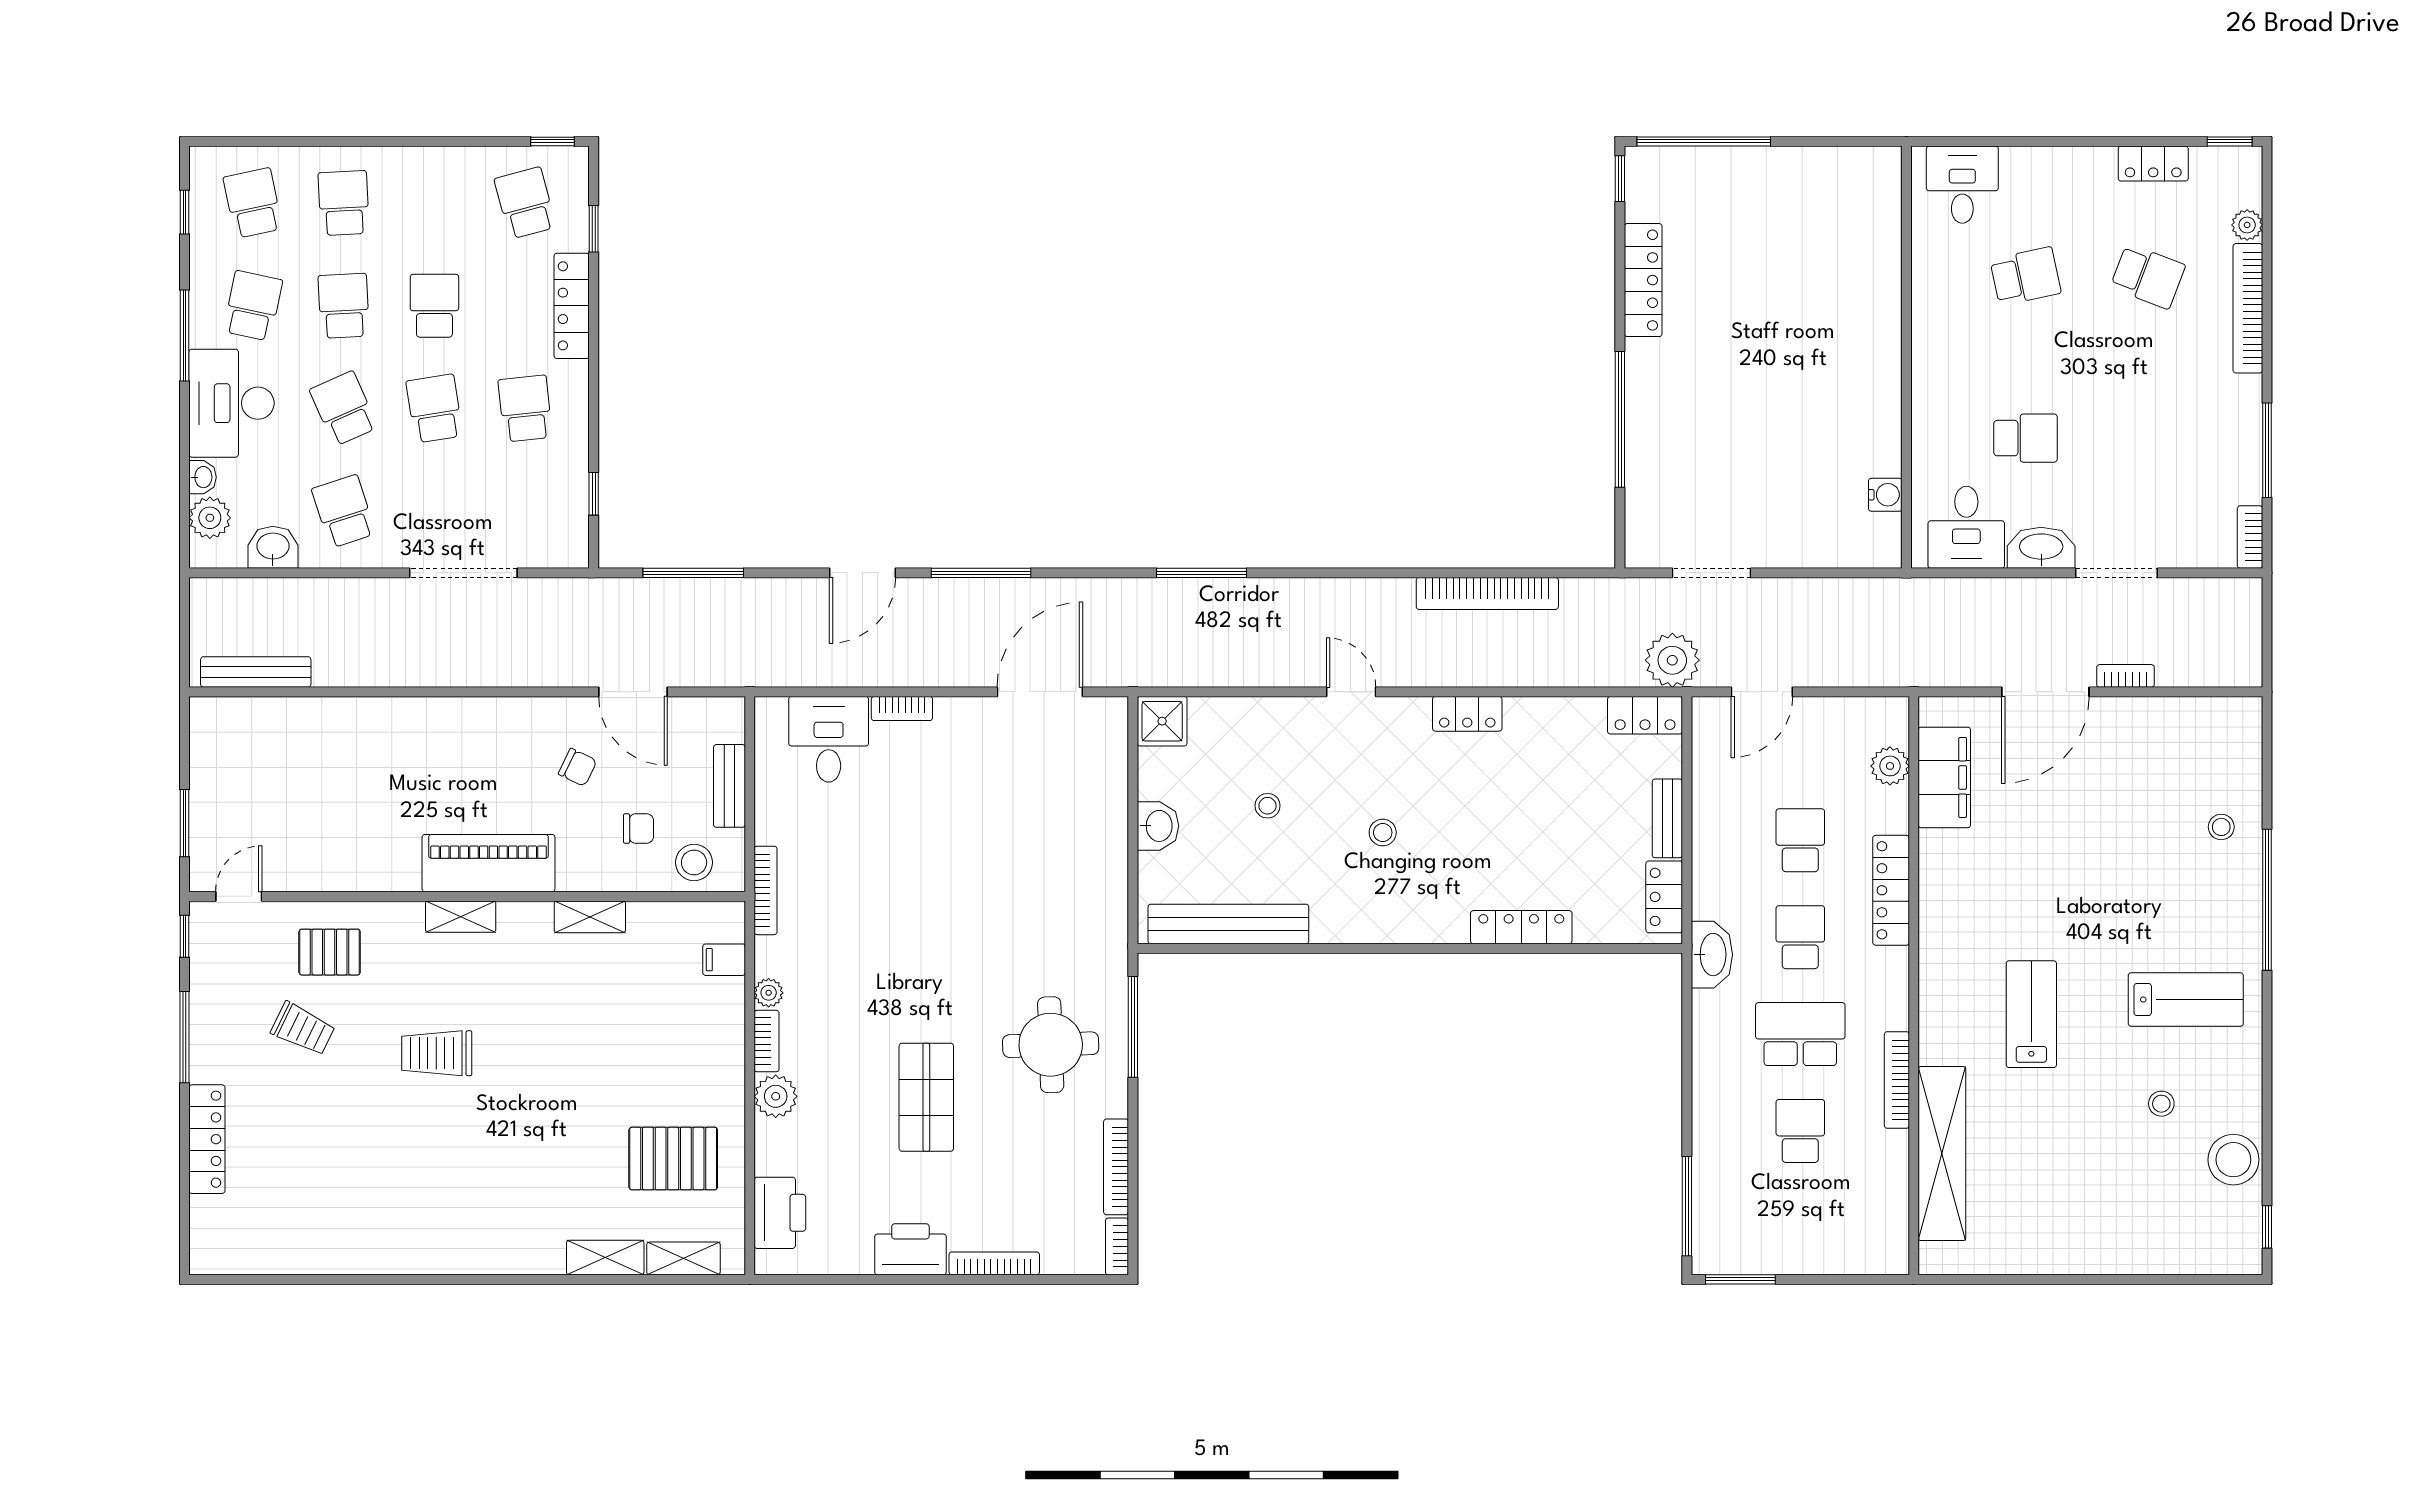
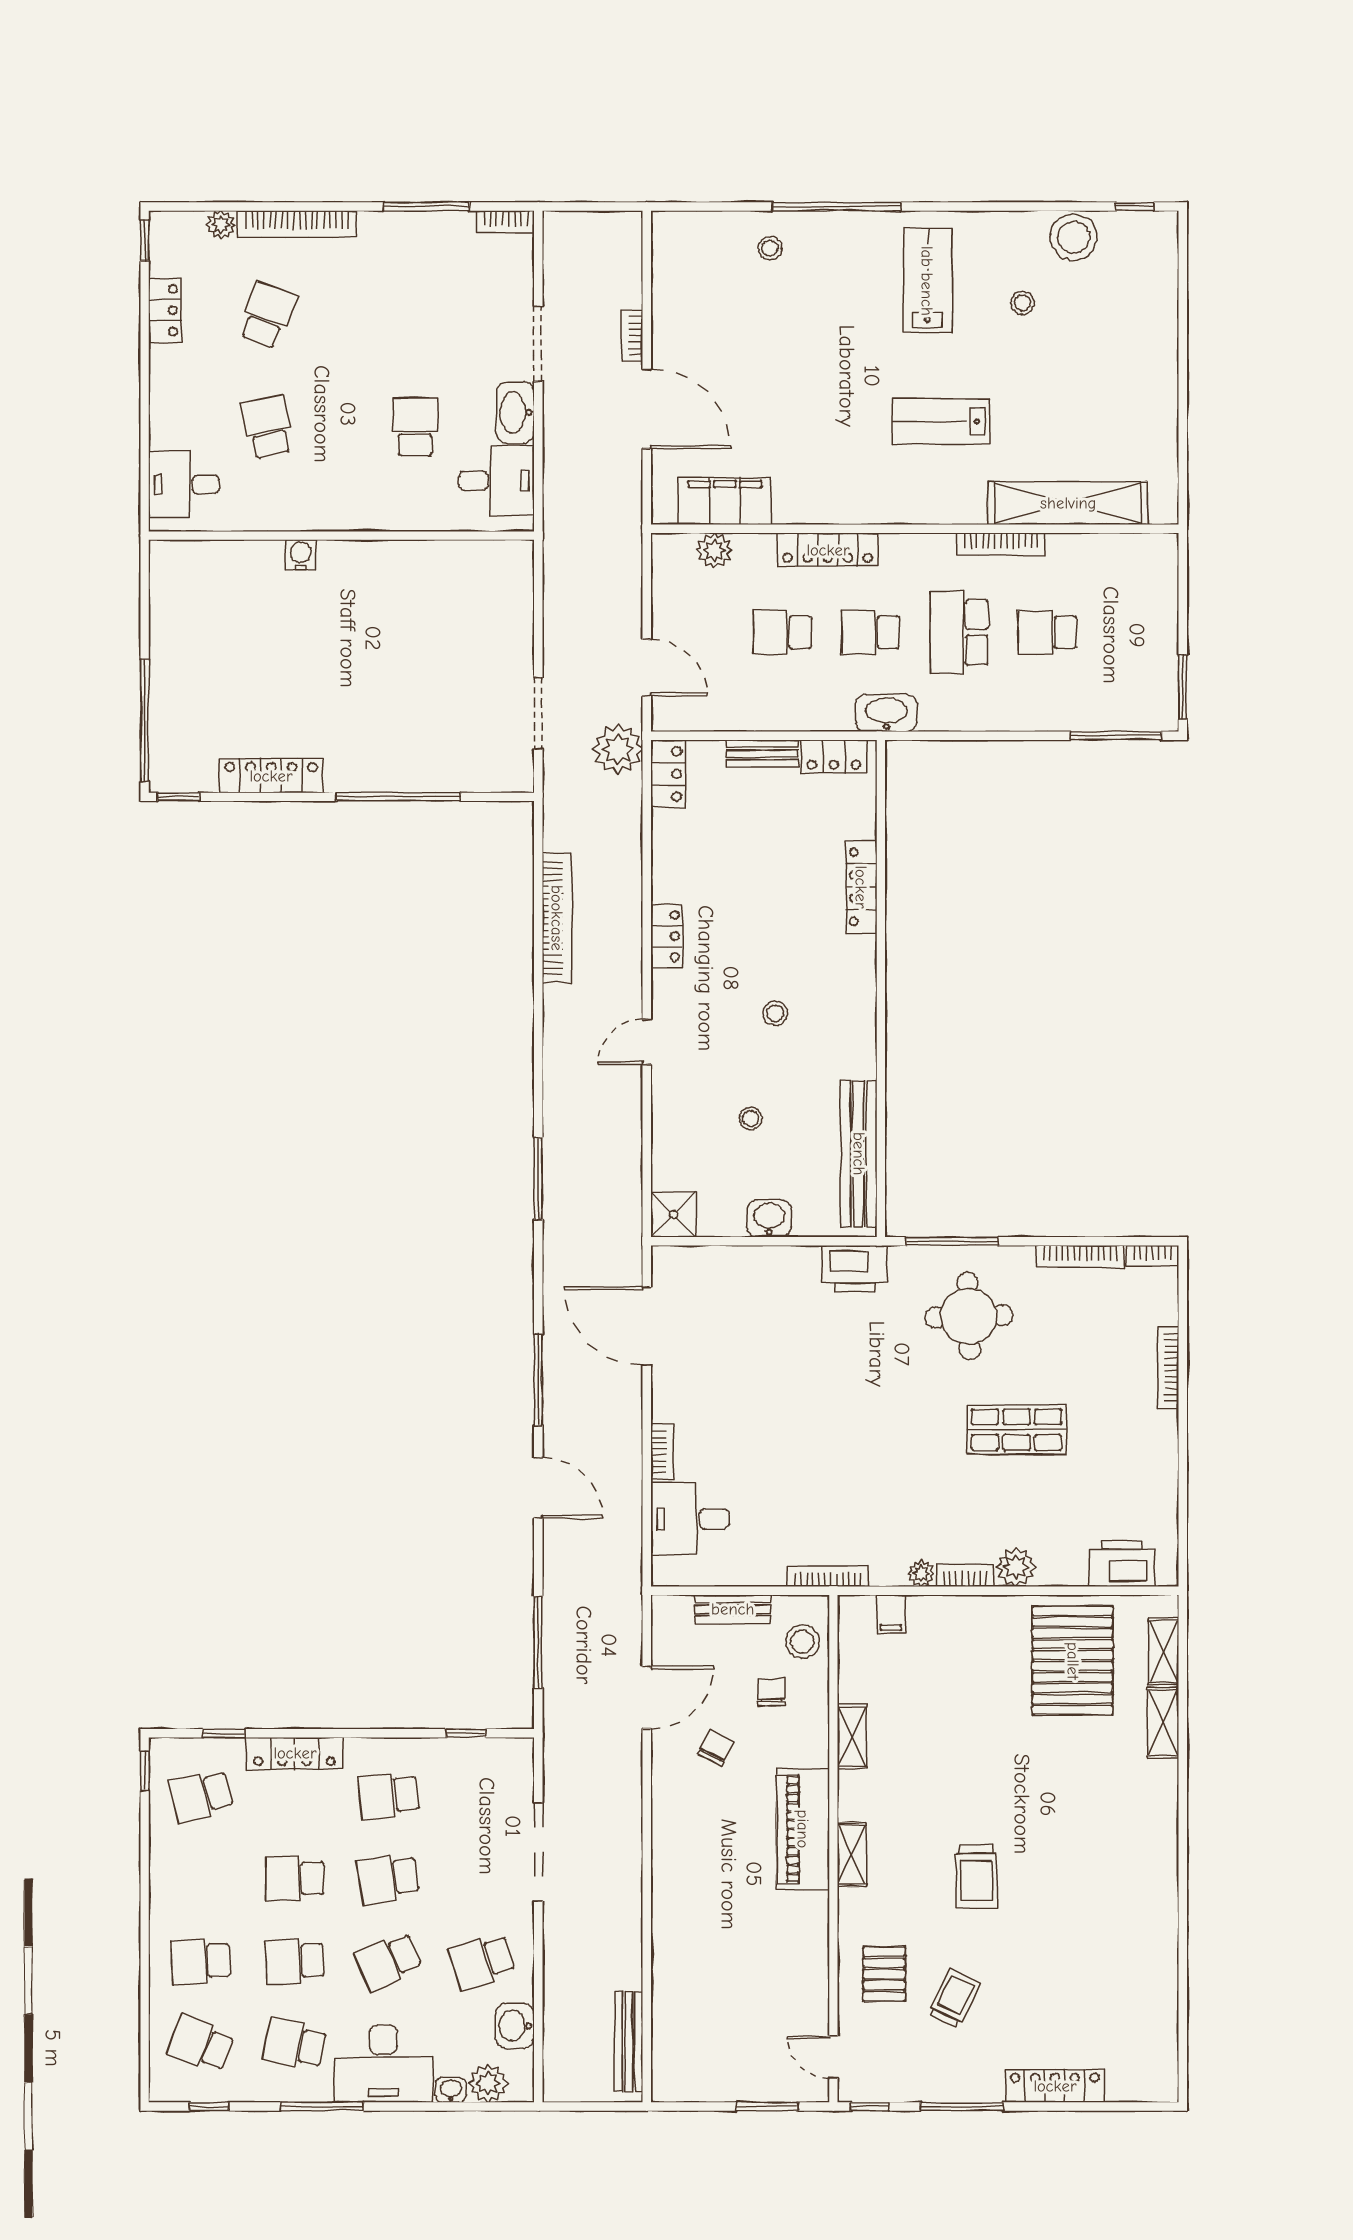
school desk: (253, 203) -> (201, 2044), turned 33
water cooler: (1885, 495) -> (301, 555), moved
pallet: (673, 1159) -> (1073, 1661), width x1.37, depth x1.41
printer: (910, 1249) -> (855, 1269), moved, turned -90

